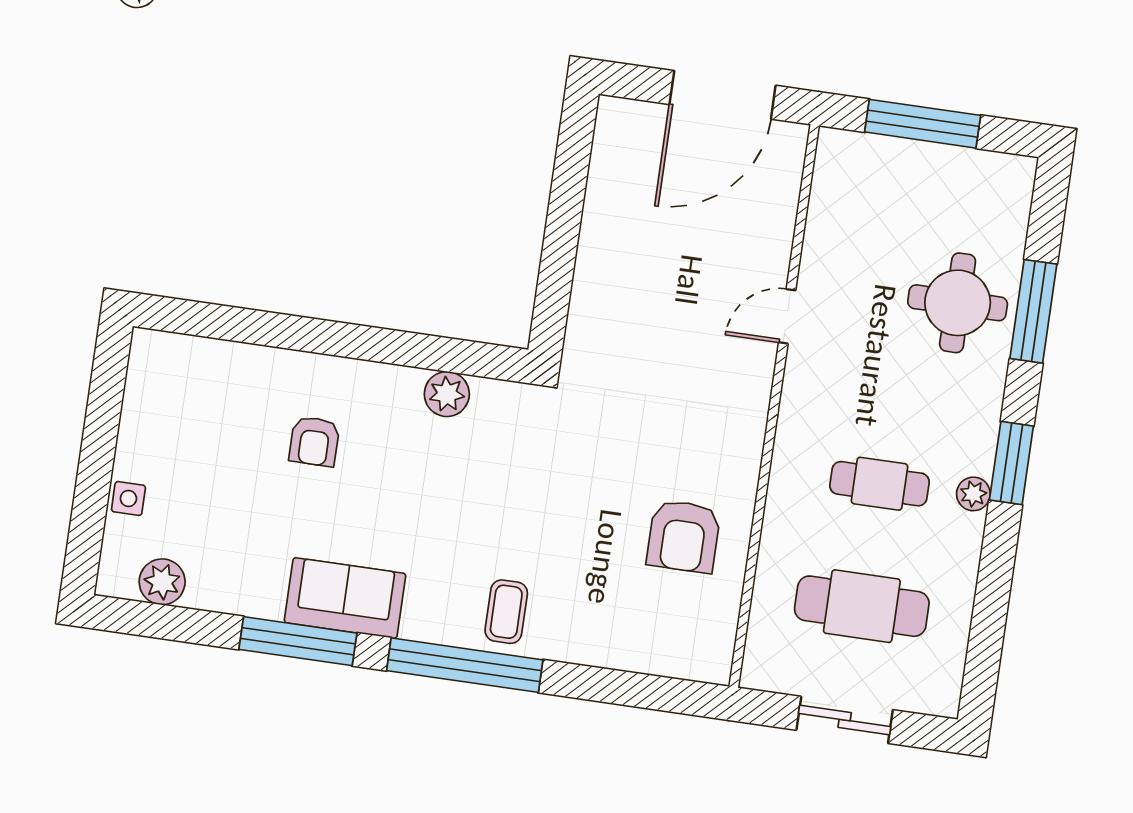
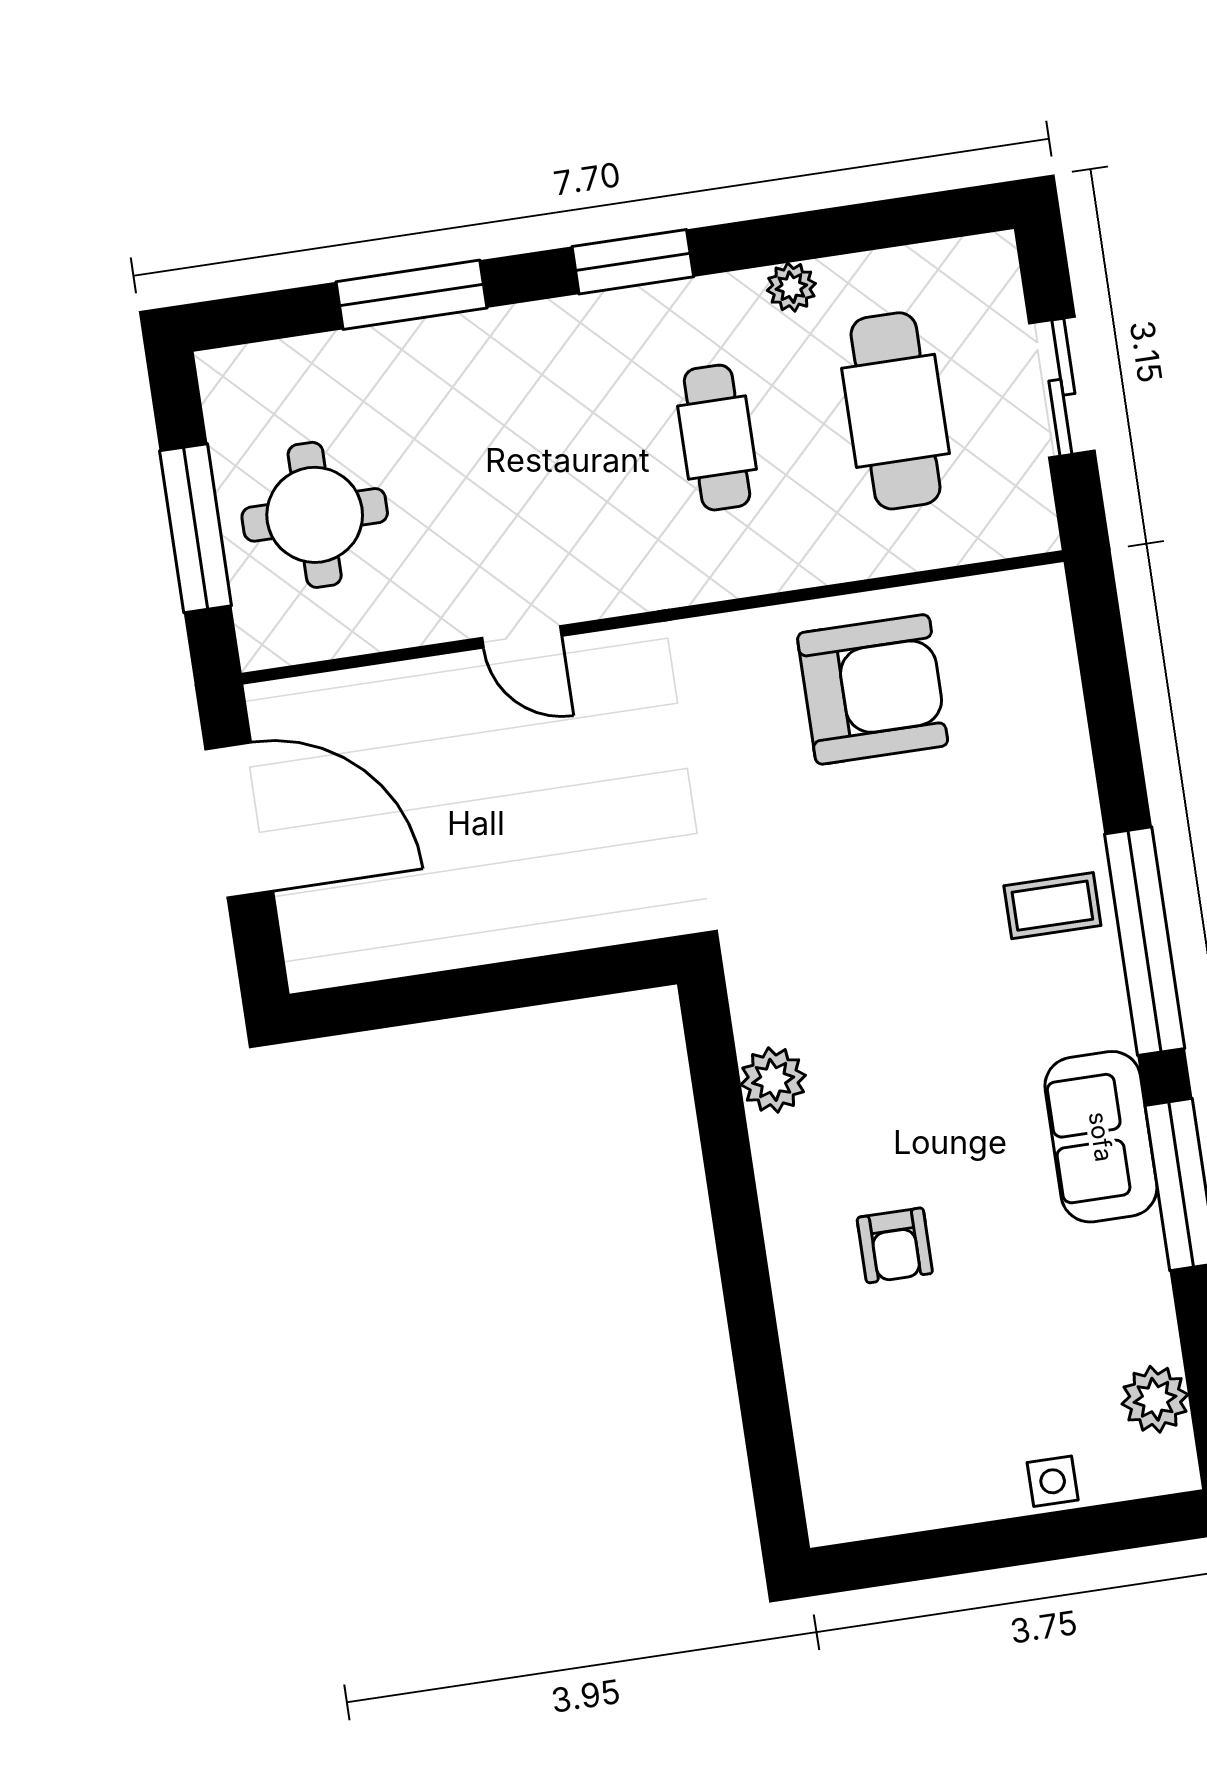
round table: (958, 303) -> (315, 515), moved
armchair: (314, 441) -> (895, 1245), turned 90
plant: (973, 494) -> (791, 287), moved
armchair: (684, 536) -> (873, 689), width x1.36, depth x1.36

